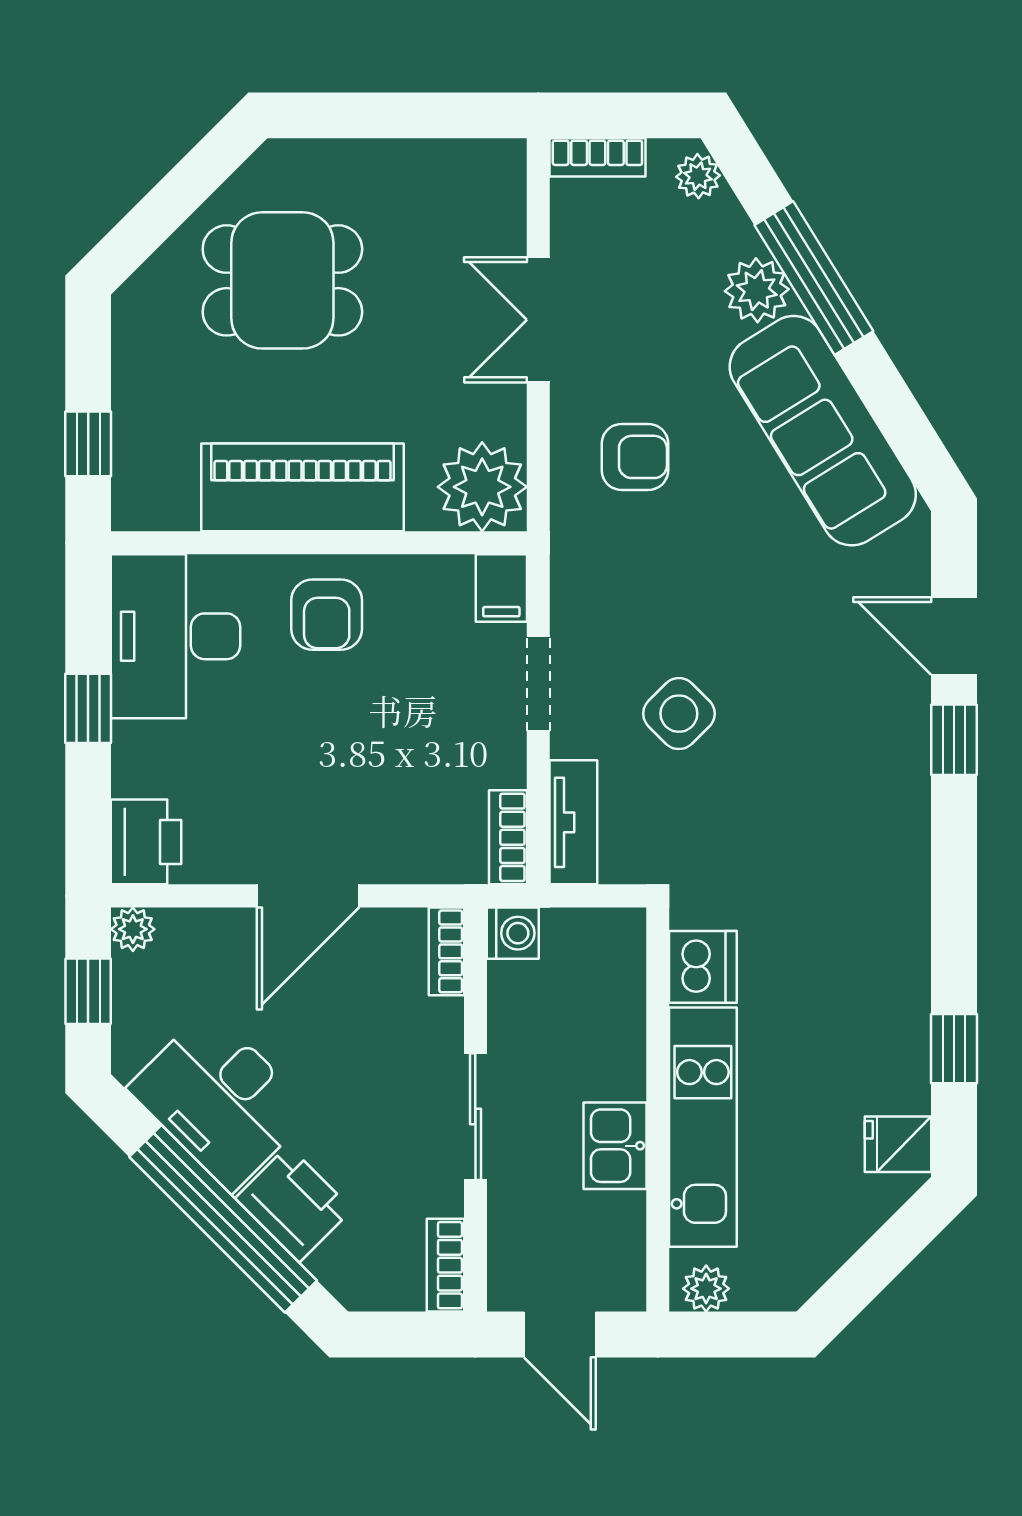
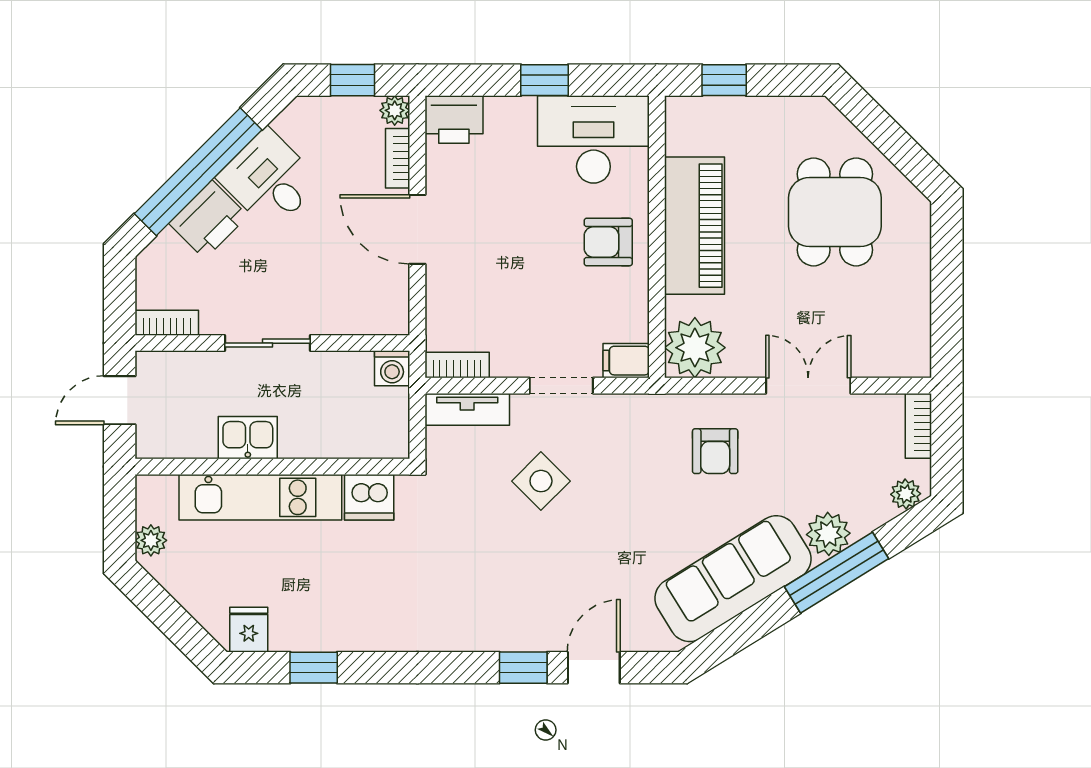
bookcase: (446, 951) -> (398, 158), moved, turned -90
desk: (220, 1100) -> (269, 180), width x0.73
plant: (706, 1289) -> (151, 540), moved

